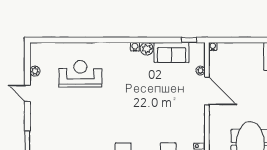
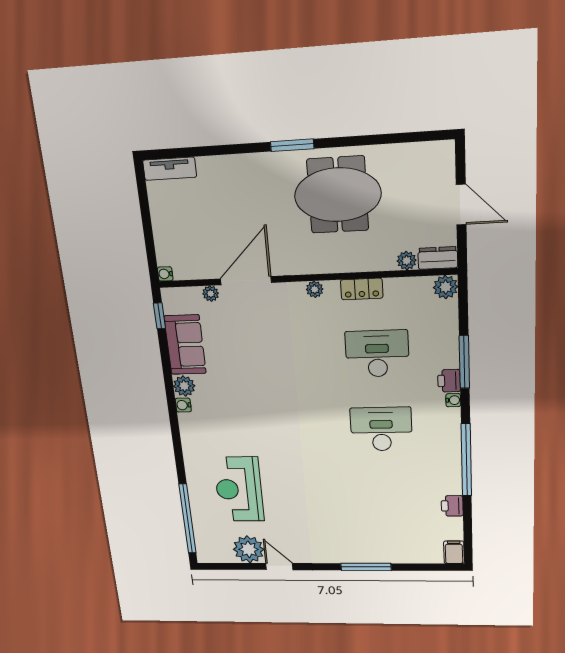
window: (61, 40) -> (187, 519), added
plant: (35, 71) -> (249, 549), width x1.88, depth x1.88
door: (27, 93) -> (279, 567), swing flipped
plant: (200, 128) -> (315, 289), added

